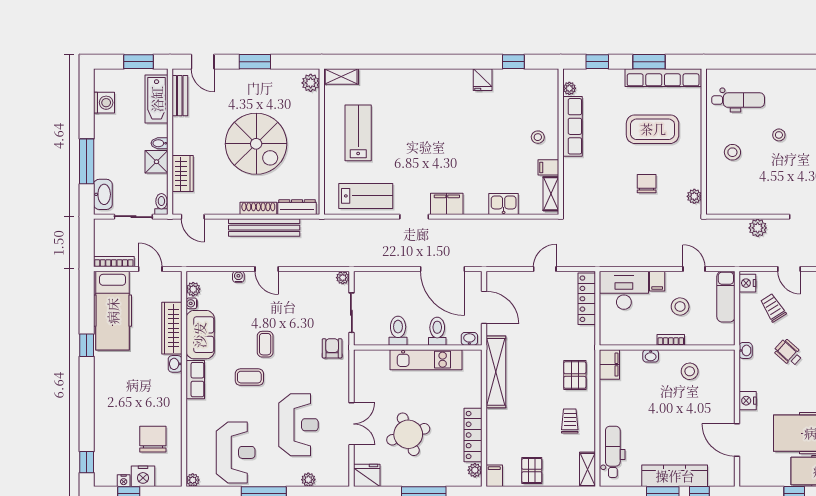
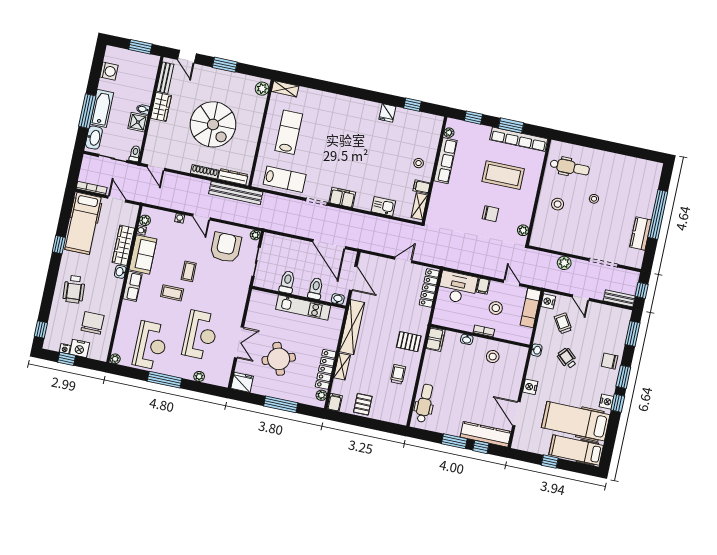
bathtub: (157, 99) -> (102, 108), moved, turned 180
wardrobe: (183, 174) -> (161, 107), moved
chair: (647, 184) -> (490, 214), turned 90
bench: (264, 228) -> (236, 193), moved
armchair: (332, 348) -> (226, 247), moved, width x1.88, depth x1.88
pallet: (575, 375) -> (409, 342), turned 90
wheelchair: (119, 400) -> (74, 289), added
shelving: (588, 469) -> (342, 366), moved
kitchen counter: (675, 476) -> (486, 434), moved

